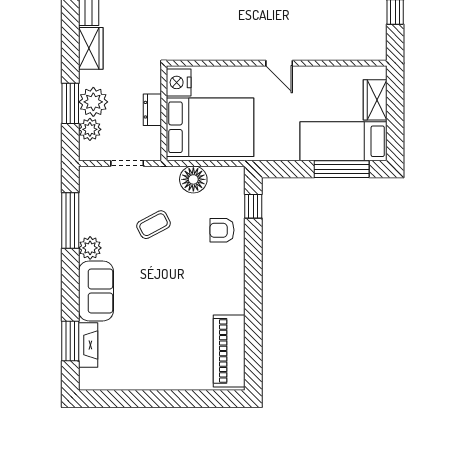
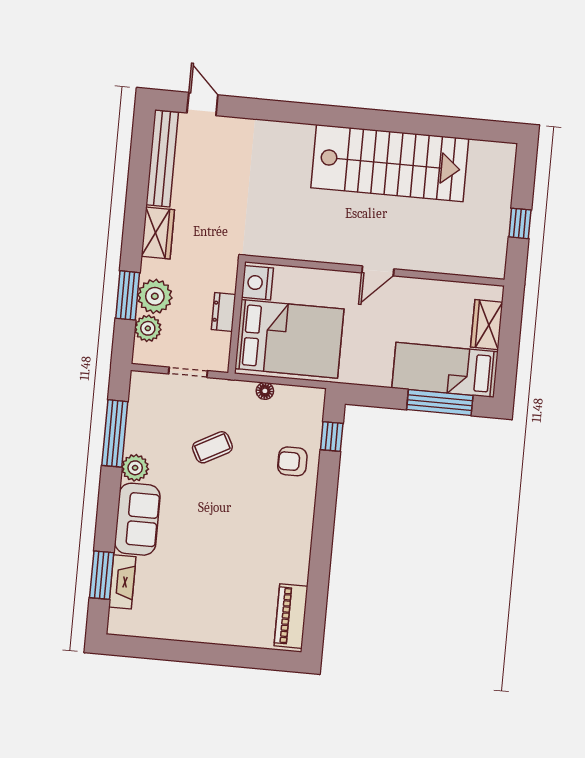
door: (279, 63) -> (378, 271), hinge flipped
floor lamp: (193, 179) -> (265, 391), width x0.53, depth x0.53
piano: (229, 351) -> (291, 616), width x0.73, depth x0.75

